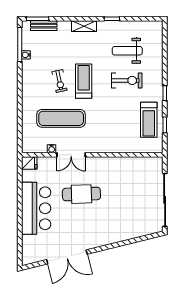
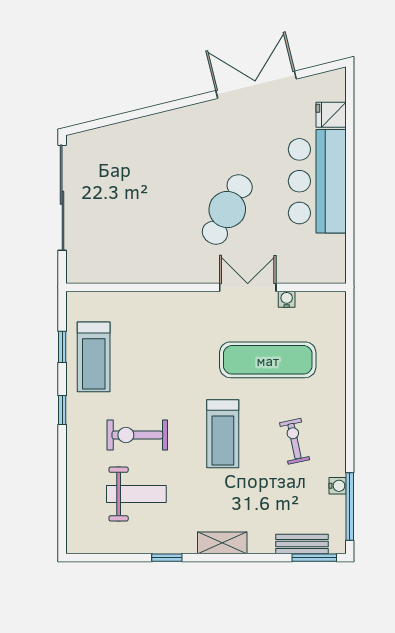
exercise bike: (59, 81) -> (295, 441), moved
treadmill: (149, 120) -> (94, 357), turned 180
fridge: (29, 163) -> (331, 115), moved
cafe table: (81, 194) -> (227, 209), turned -60

